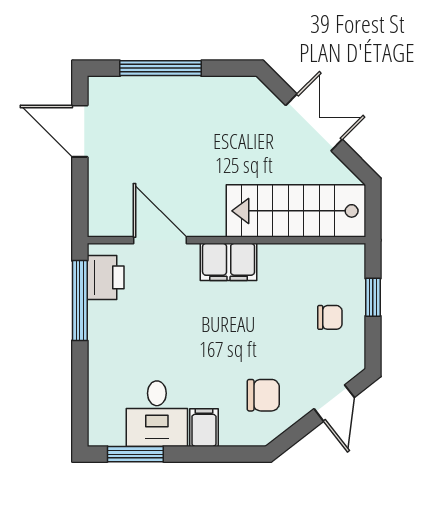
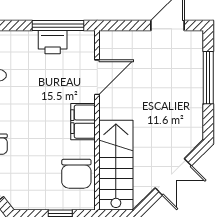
printer: (106, 277) -> (53, 42), moved
chair: (330, 317) -> (76, 174), moved, width x1.87, depth x1.87

